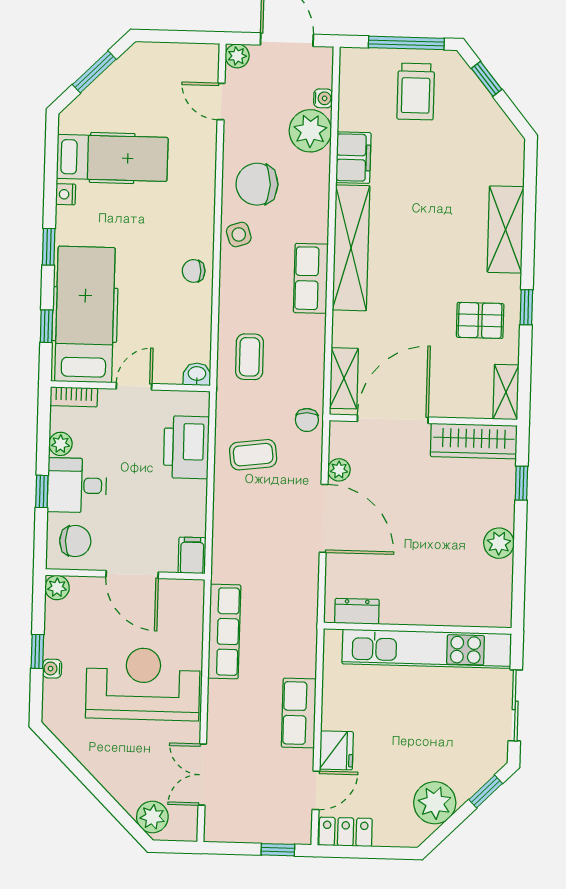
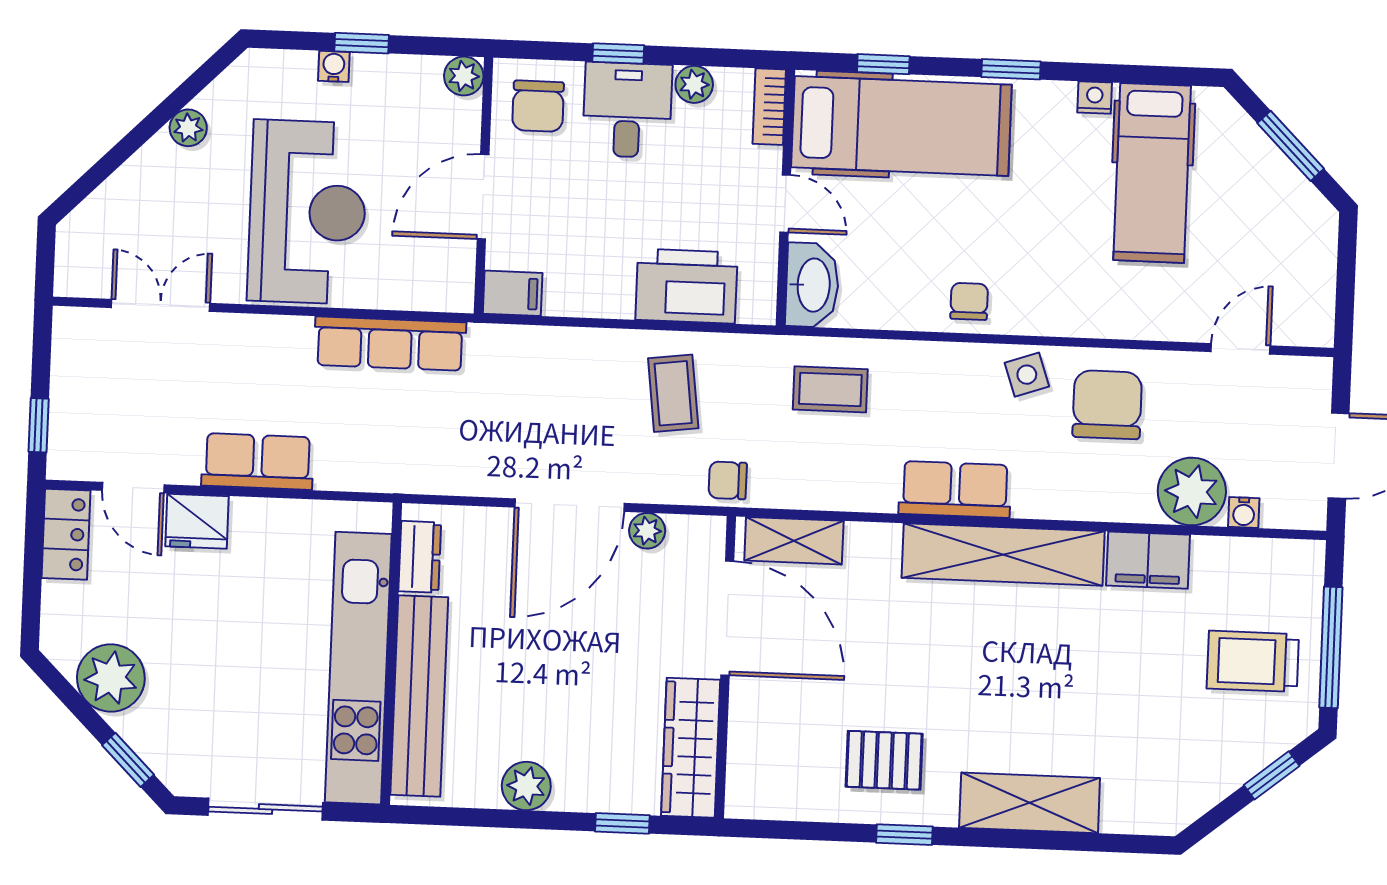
plant: (237, 56) -> (1313, 376), removed
pallet: (480, 320) -> (884, 760), turned 90
washbasin: (197, 374) -> (812, 285), width x1.91, depth x1.45
shelving: (506, 392) -> (769, 800), removed
bench: (444, 611) -> (419, 696), added
plant: (152, 817) -> (188, 128), moved, width x0.73, depth x0.73

